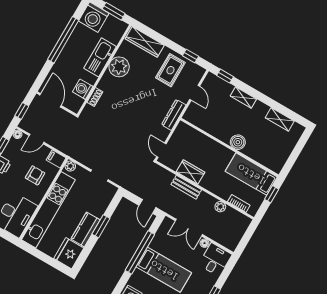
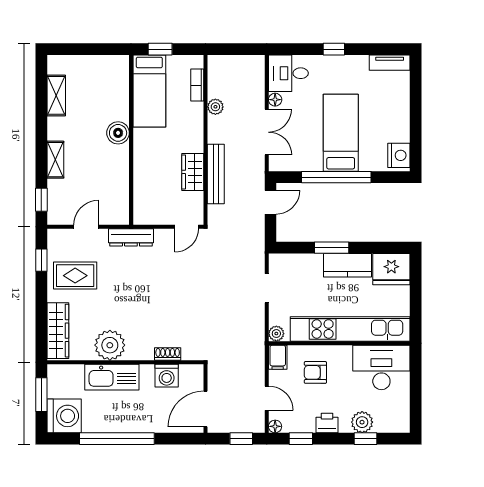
bench: (186, 187) -> (216, 174), width x1.36

